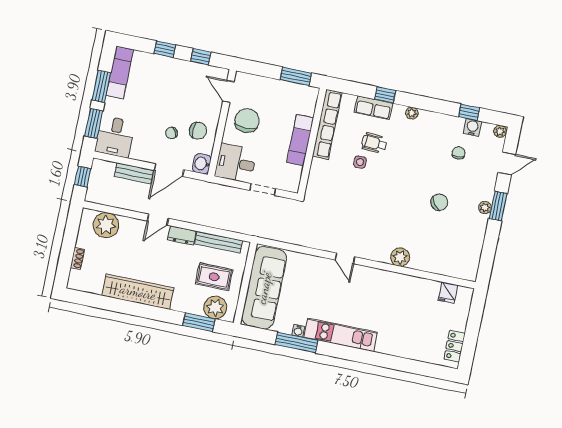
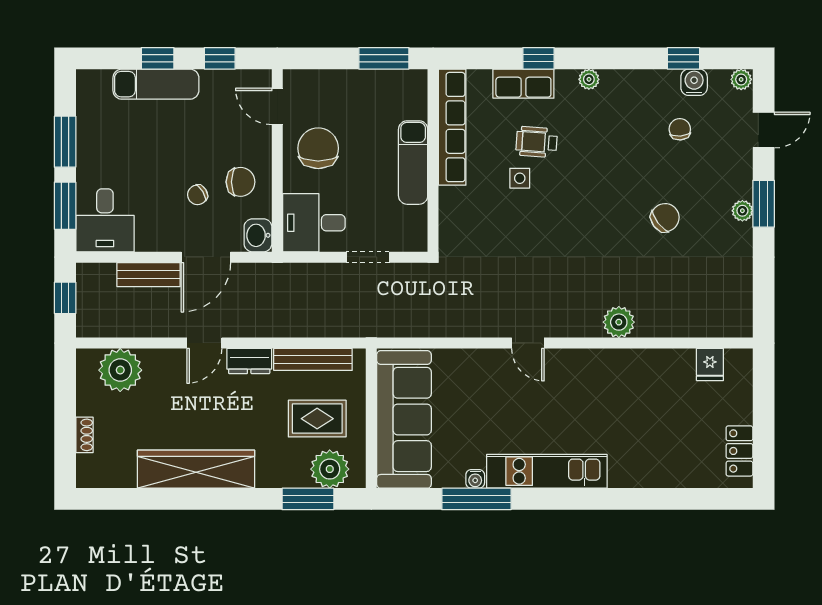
exam couch: (120, 72) -> (156, 84), moved, turned 90

